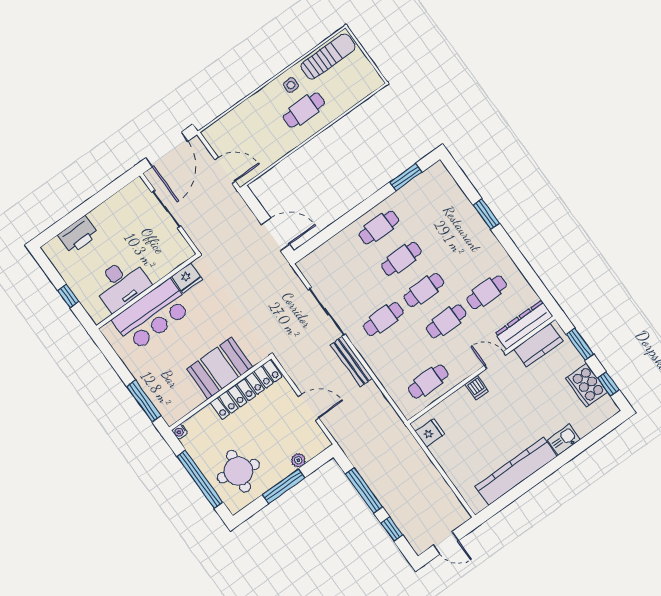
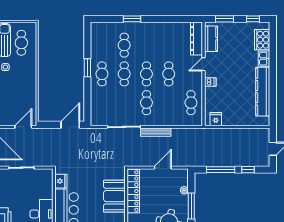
cafe table: (304, 110) -> (21, 43), moved
window: (406, 177) -> (87, 68), moved
cafe table: (487, 292) -> (124, 45), moved
cooker: (587, 385) -> (262, 40), moved, turned 90

